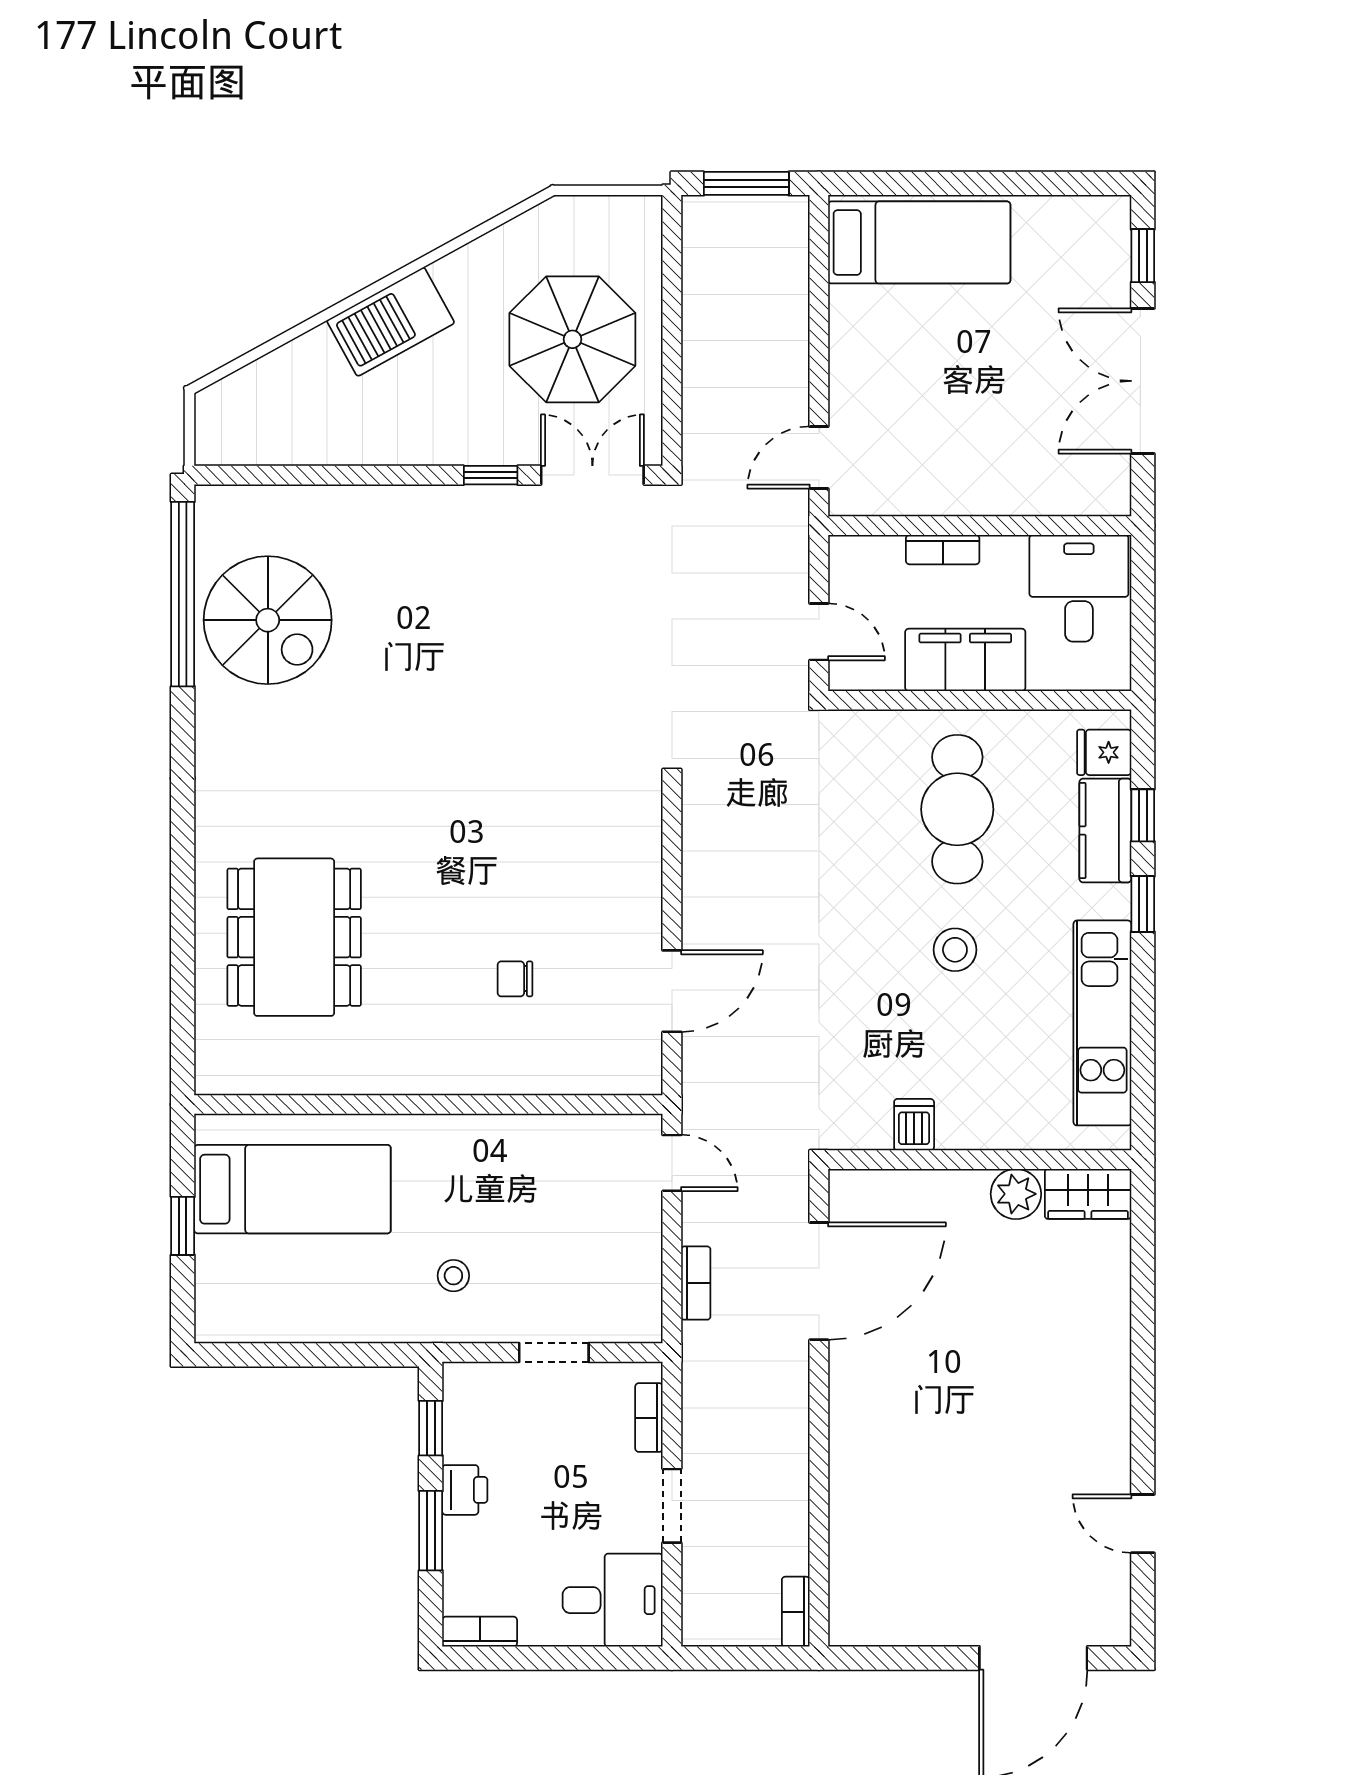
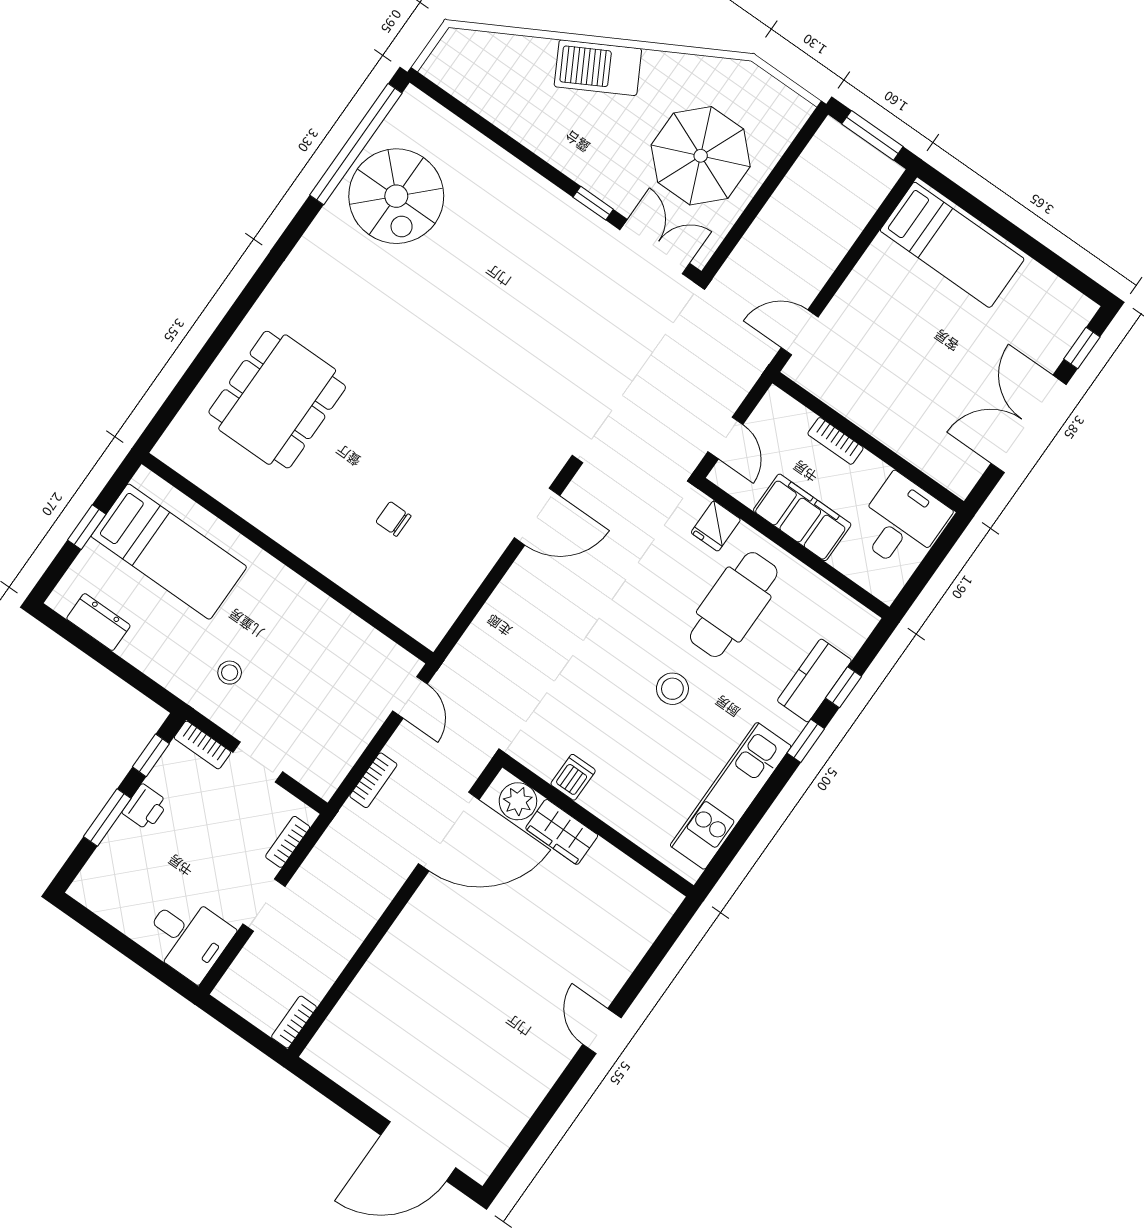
fridge: (1104, 752) -> (716, 526), moved, turned -90
door: (672, 991) -> (537, 517), moved
plant: (1016, 1194) -> (518, 801), moved
wardrobe: (1088, 1194) -> (562, 832), moved
dresser: (269, 1322) -> (98, 622), added
door: (1143, 1524) -> (602, 1031), moved
bookcase: (480, 1632) -> (202, 745), moved, turned 180

